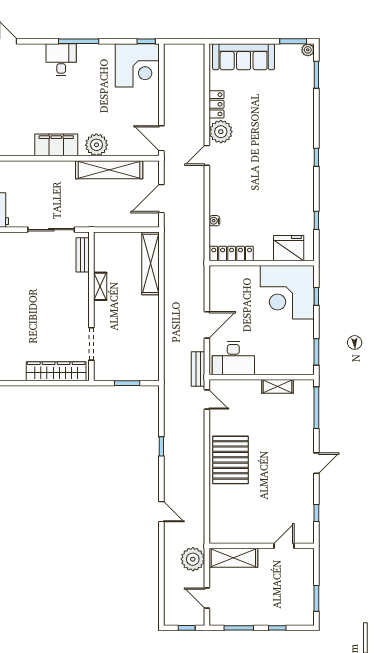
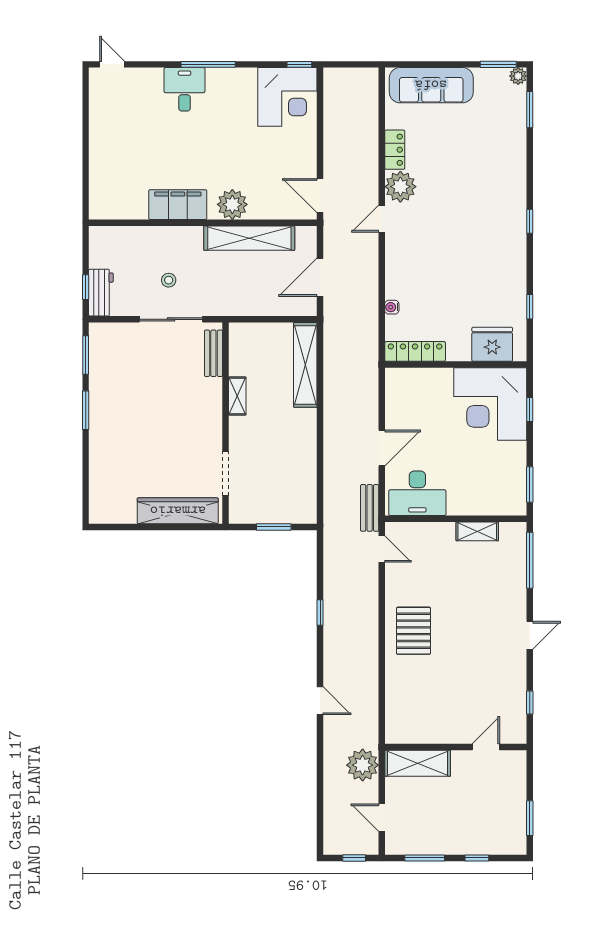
stool: (49, 201) -> (169, 280), added
pallet: (230, 460) -> (413, 631), width x0.73, depth x0.71

